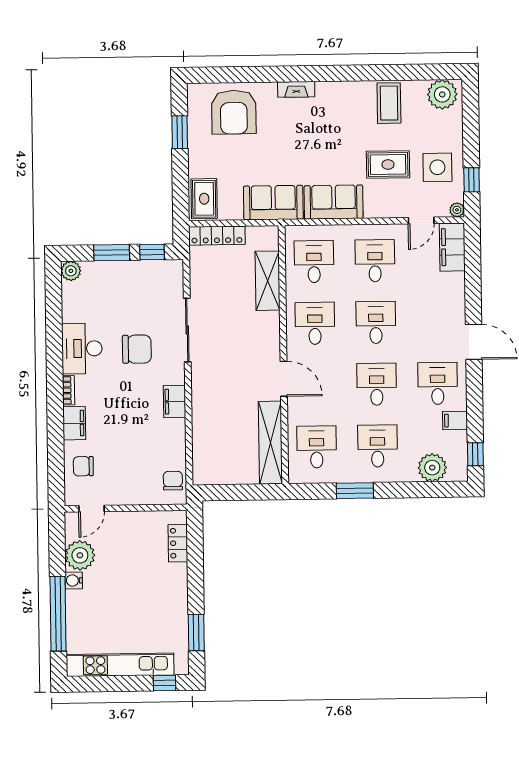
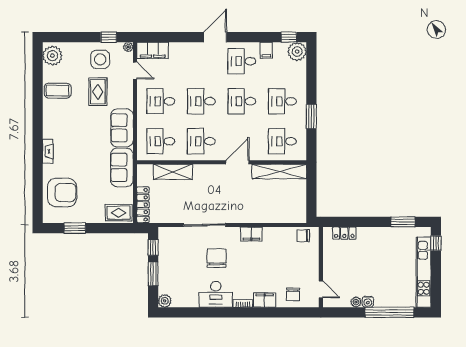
plant: (432, 468) -> (297, 52), moved
plant: (80, 555) -> (356, 302), width x0.53, depth x0.53

